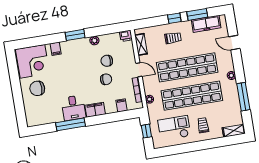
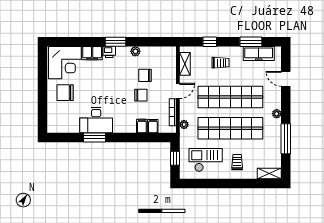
window: (174, 18) -> (210, 42), moved
printer: (126, 36) -> (109, 52), moved
filing cabinet: (56, 49) -> (92, 53), width x2.00
door: (139, 70) -> (178, 91), hinge flipped
desk: (73, 108) -> (96, 120), width x1.37
filing cabinet: (95, 110) -> (142, 126), moved, width x0.50
window: (71, 124) -> (94, 137), width x0.69

